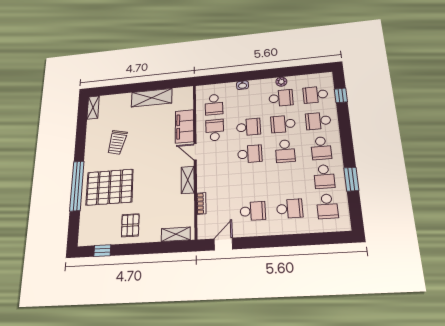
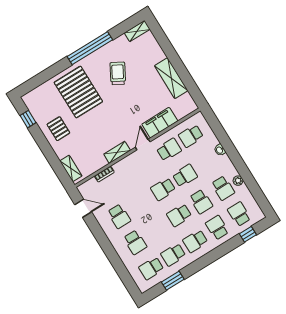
school desk: (283, 124) -> (201, 202), turned 180
school desk: (248, 127) -> (185, 176), turned -90
trolley: (117, 142) -> (118, 73), turned 106
school desk: (250, 154) -> (163, 189), turned 90
window: (351, 179) -> (173, 281), moved
window: (77, 186) -> (90, 48), moved
pallet: (130, 225) -> (58, 129), turned 90

